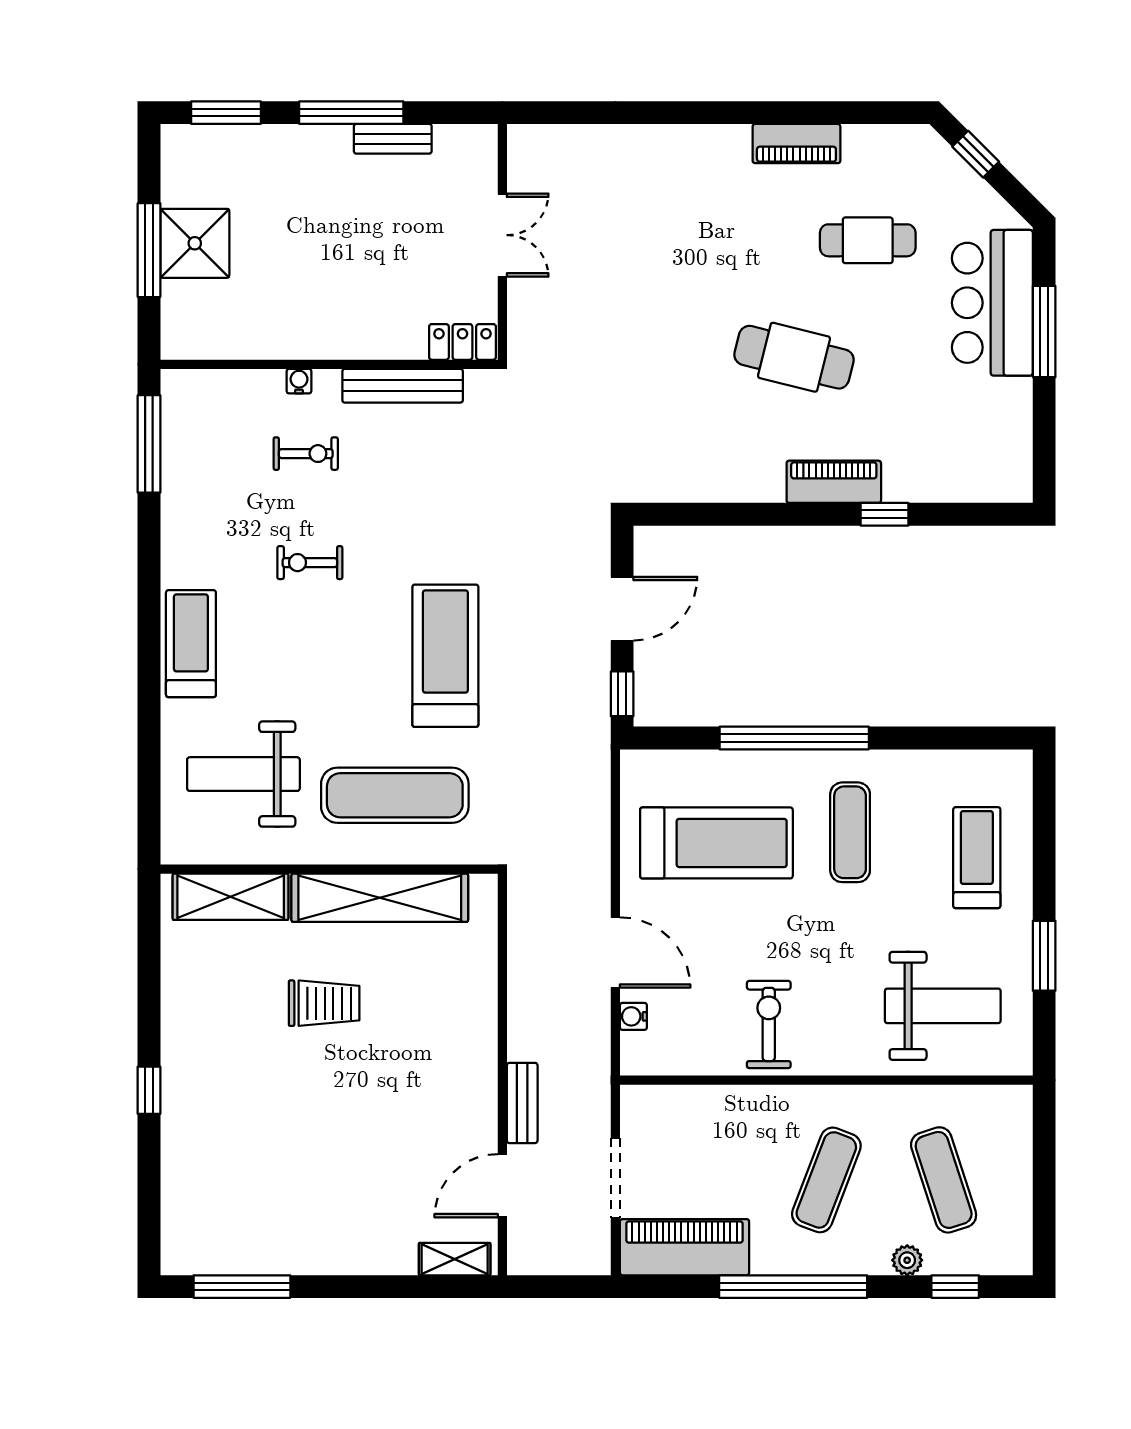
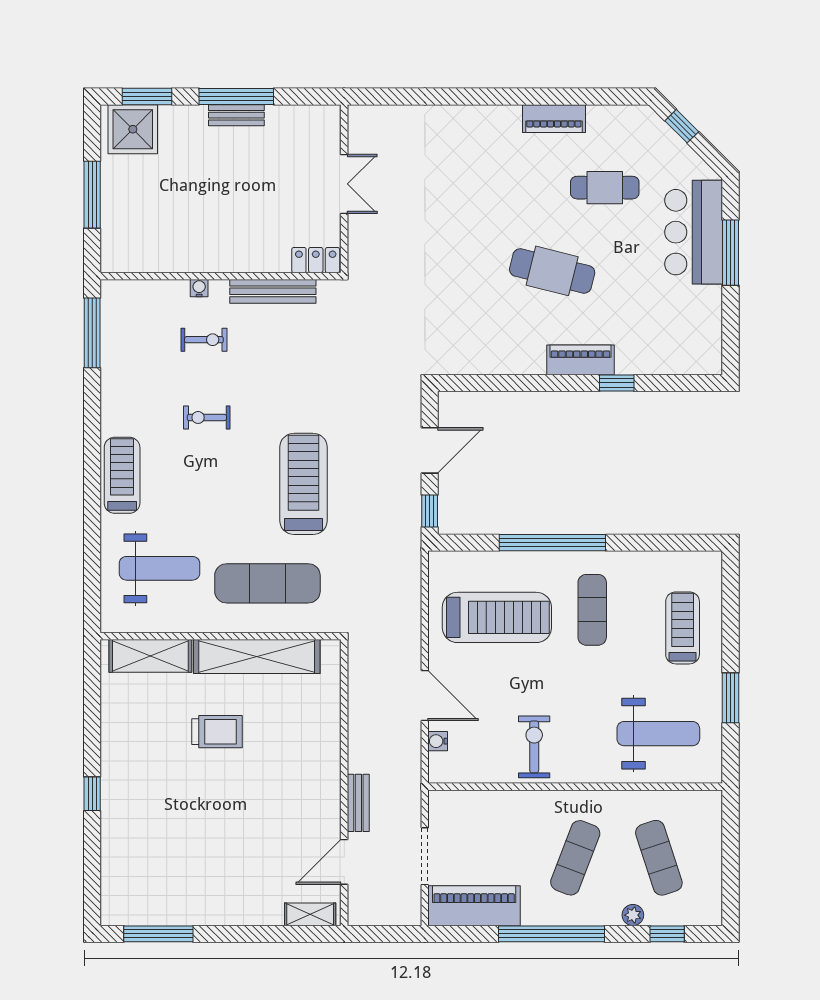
bench: (393, 139) -> (236, 115), moved
shower: (195, 243) -> (133, 129), moved
weight bench: (243, 774) -> (159, 568), turned 180

